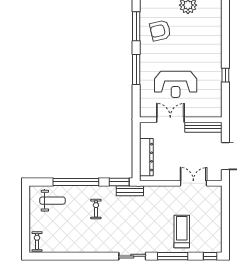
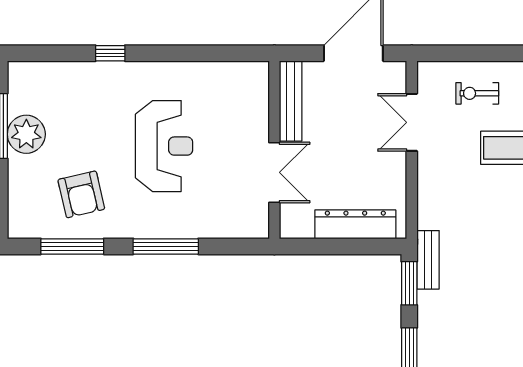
window: (225, 75) -> (110, 53), moved
reception desk: (176, 84) -> (164, 146), moved
double door: (170, 120) -> (274, 172), swing flipped
exercise bike: (96, 209) -> (477, 93), moved

